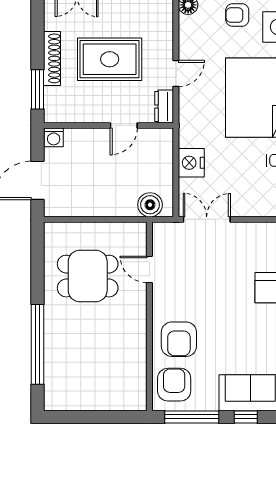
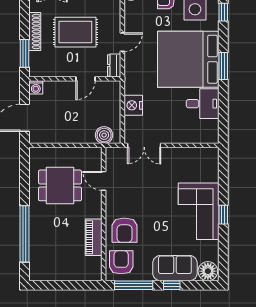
double door: (207, 219) -> (144, 145), swing flipped
piano: (135, 349) -> (94, 237), added

